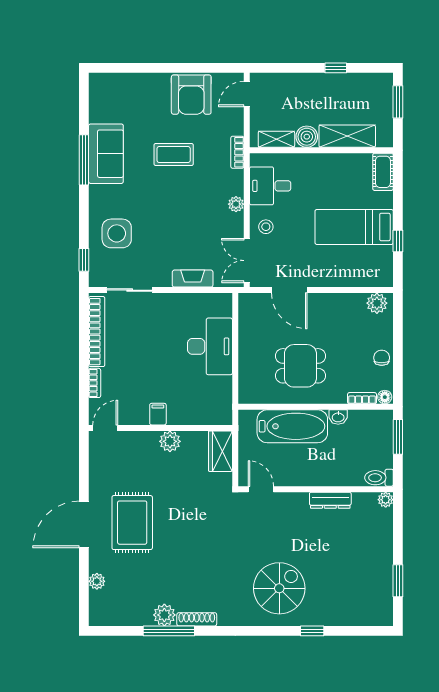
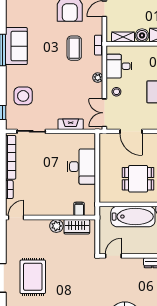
coffee table: (174, 155) -> (74, 48), moved, turned 90
filing cabinet: (158, 414) -> (79, 209), moved
wardrobe: (220, 451) -> (77, 227), moved, turned -90
door: (261, 489) -> (113, 256), hinge flipped

